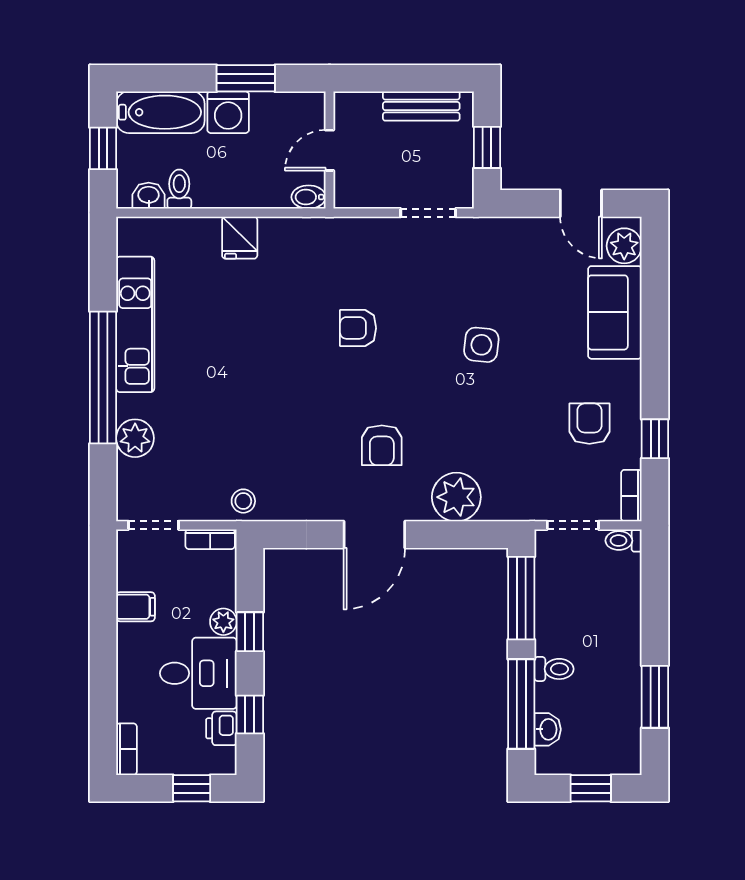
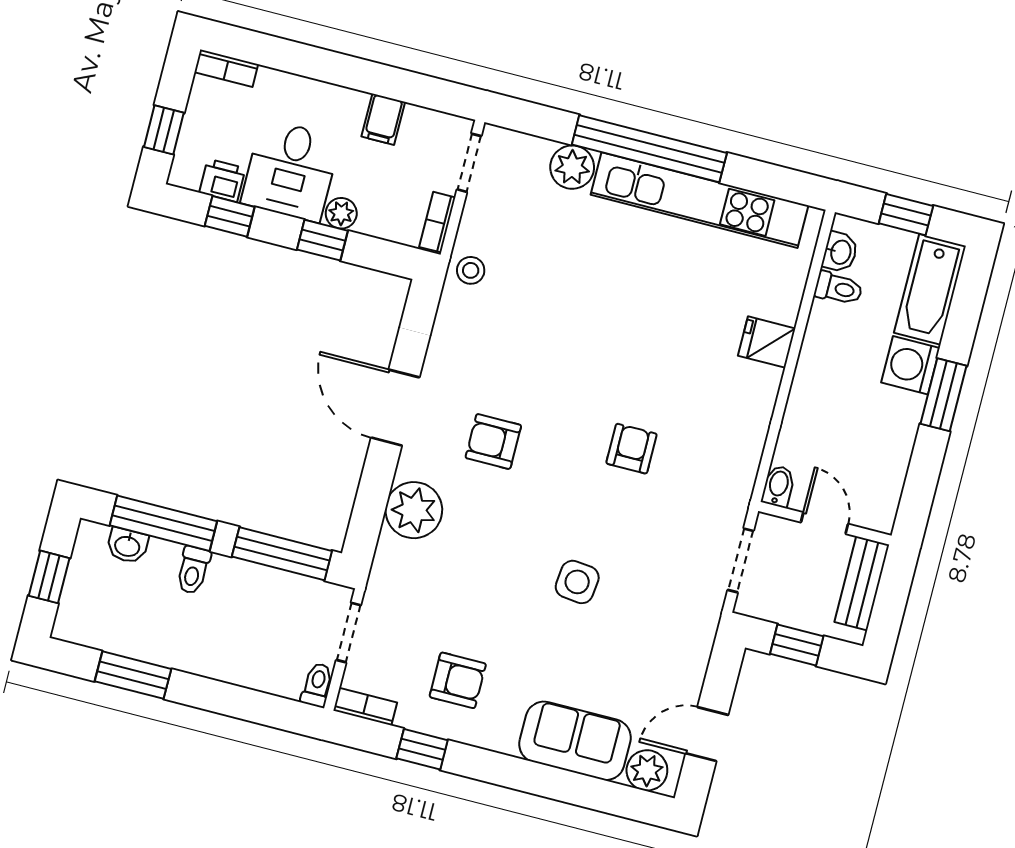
door: (330, 150) -> (824, 523), moved
wall: (330, 150) -> (825, 523), moved
bidet: (309, 197) -> (778, 486), moved
kitchen unit: (135, 324) -> (700, 200), width x1.36

